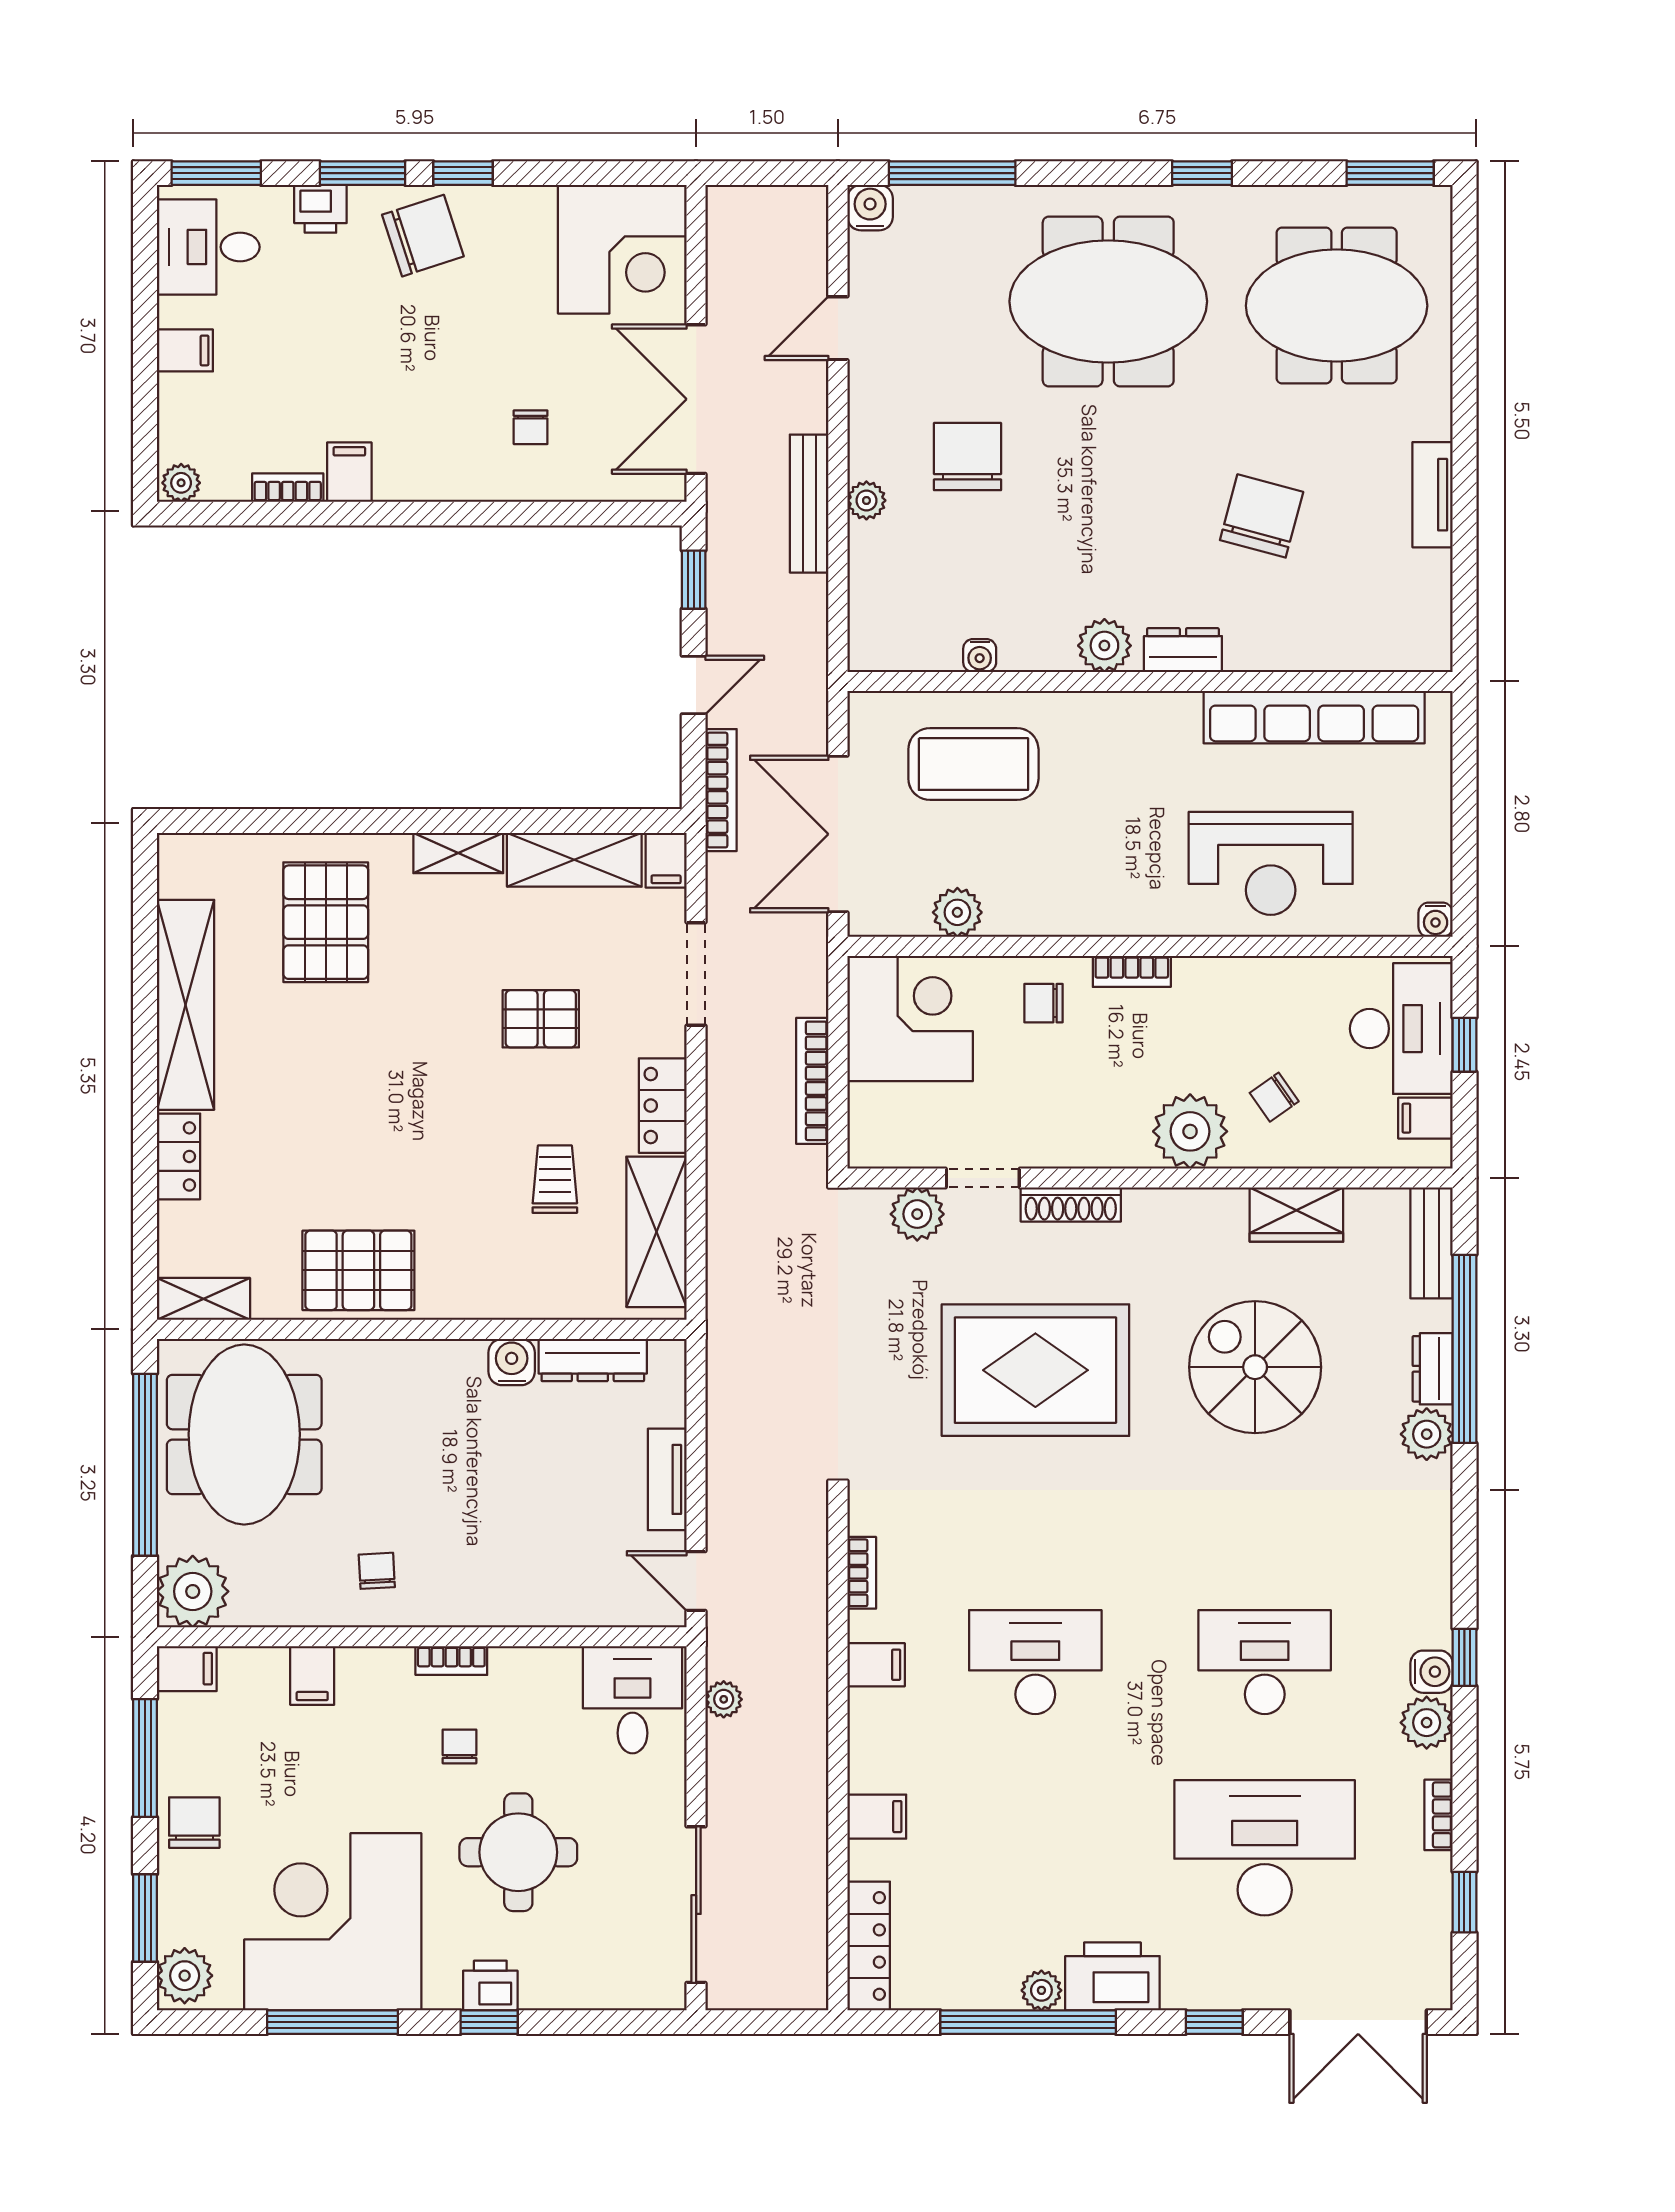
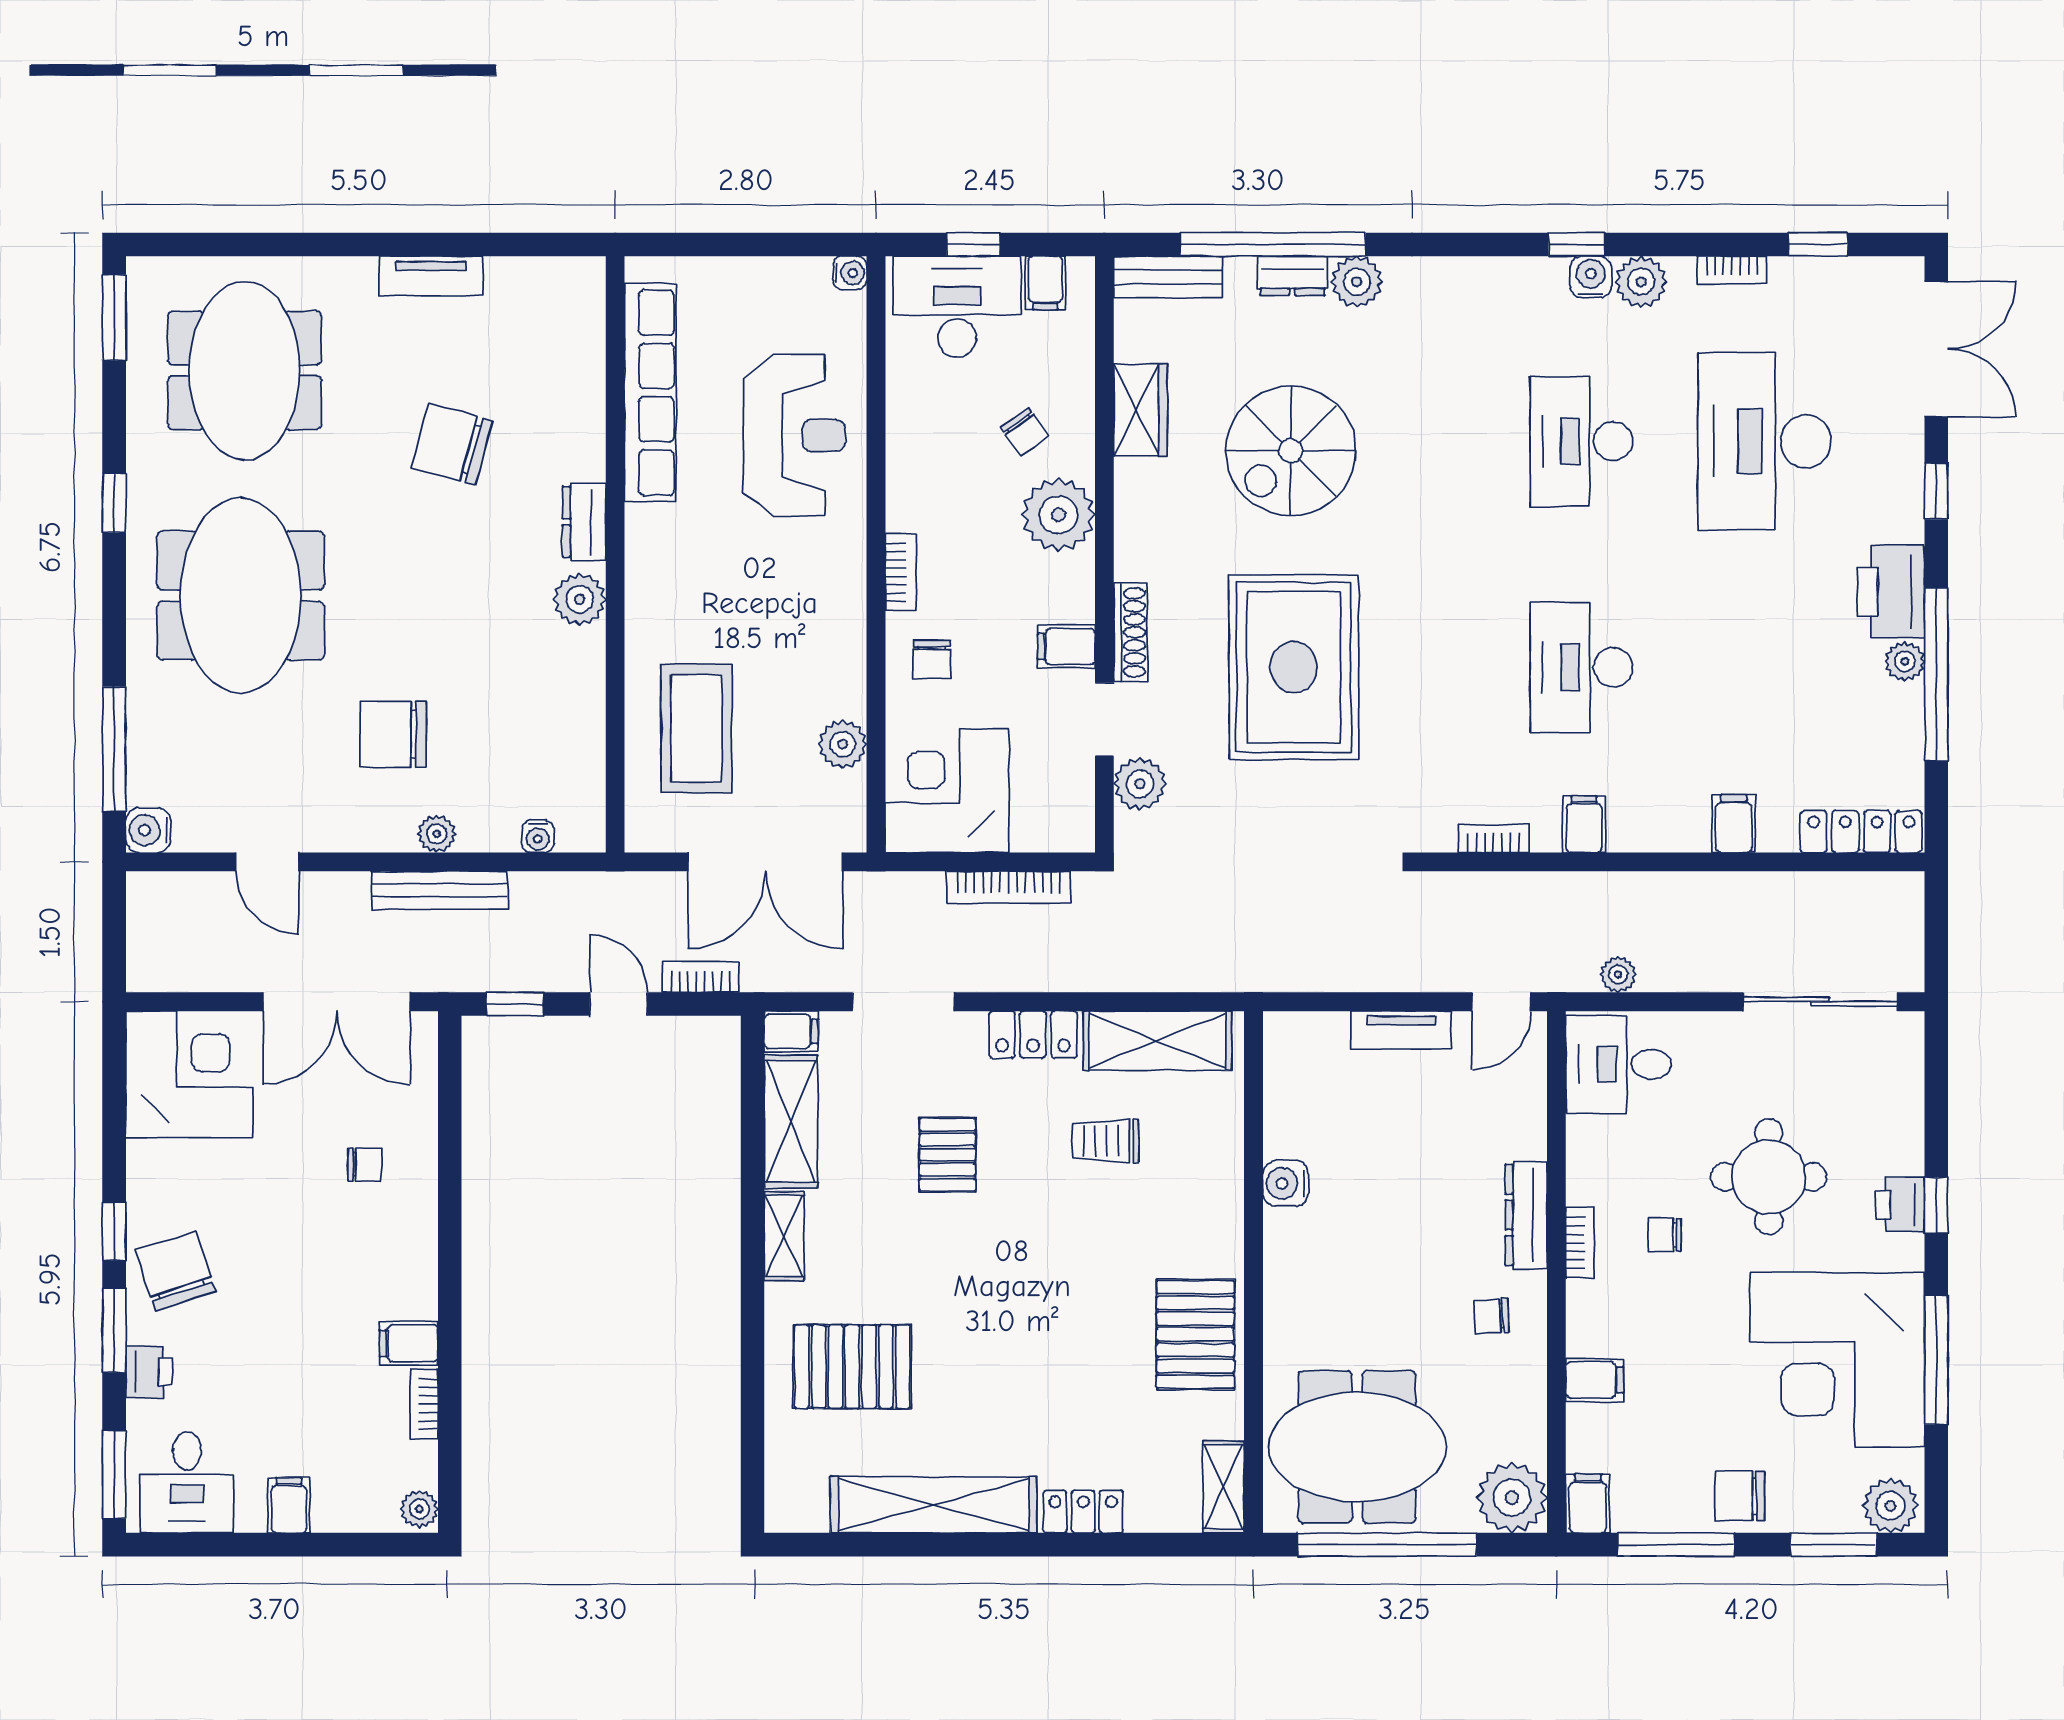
water cooler: (980, 656) -> (538, 836), moved, turned 90
bookcase: (721, 790) -> (700, 977), width x0.64
filing cabinet: (1056, 1139) -> (1066, 647), added
dresser: (593, 1360) -> (1526, 1215), moved, turned 180

